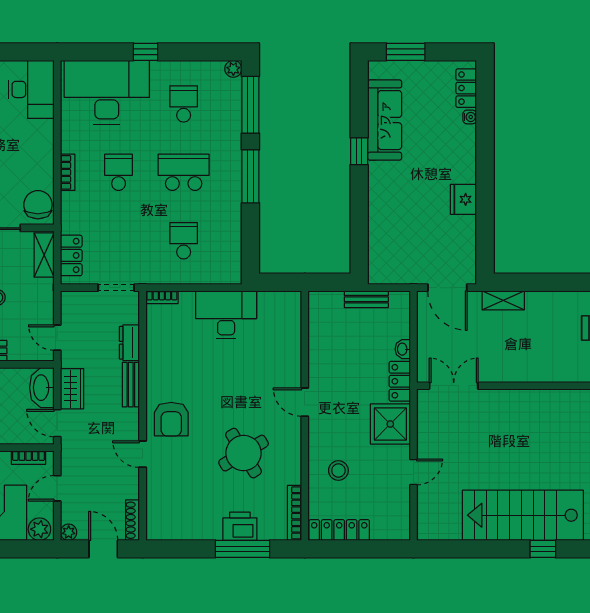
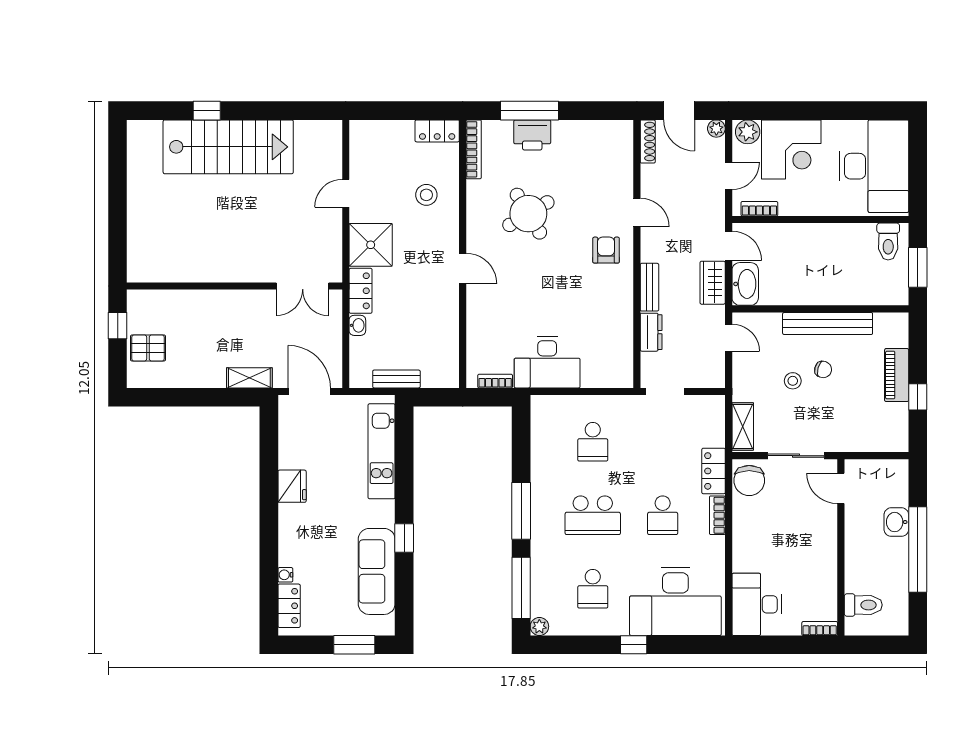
kitchen unit: (380, 232) -> (382, 451), added
locker: (71, 255) -> (714, 471), moved
bookcase: (162, 297) -> (495, 381), moved
armchair: (171, 419) -> (606, 250), width x0.72, depth x0.72
locker: (339, 530) -> (437, 131), width x0.66

